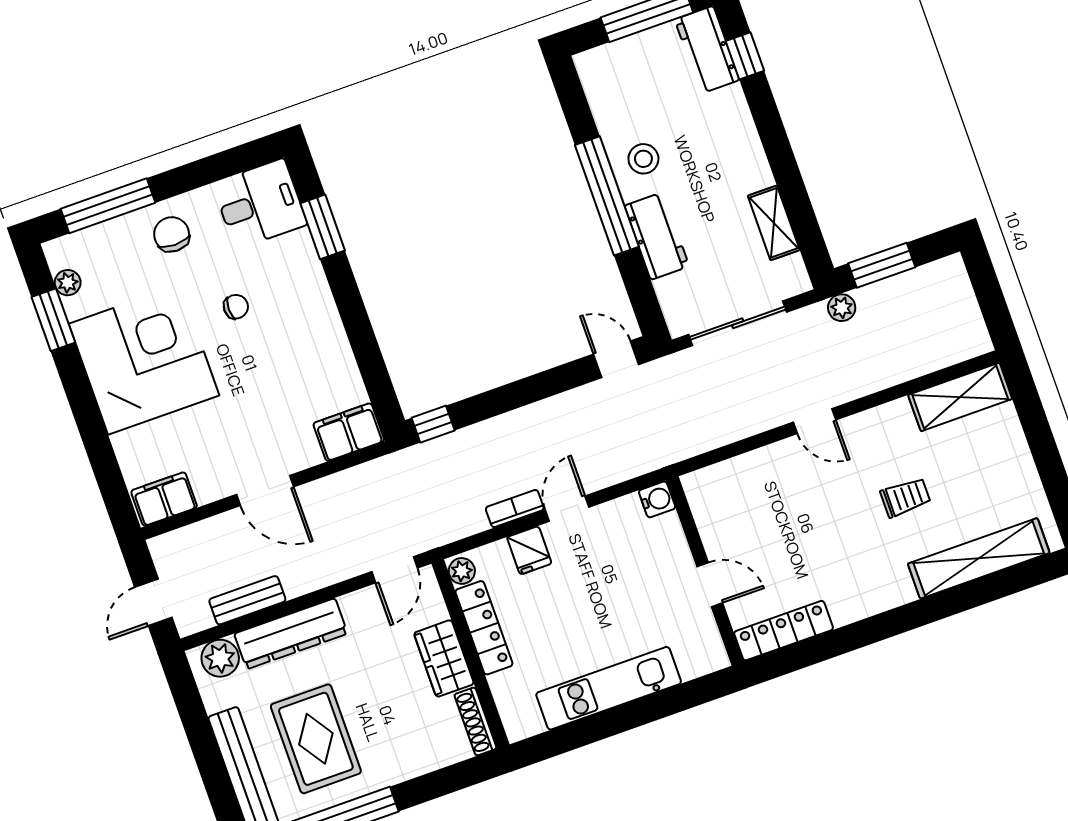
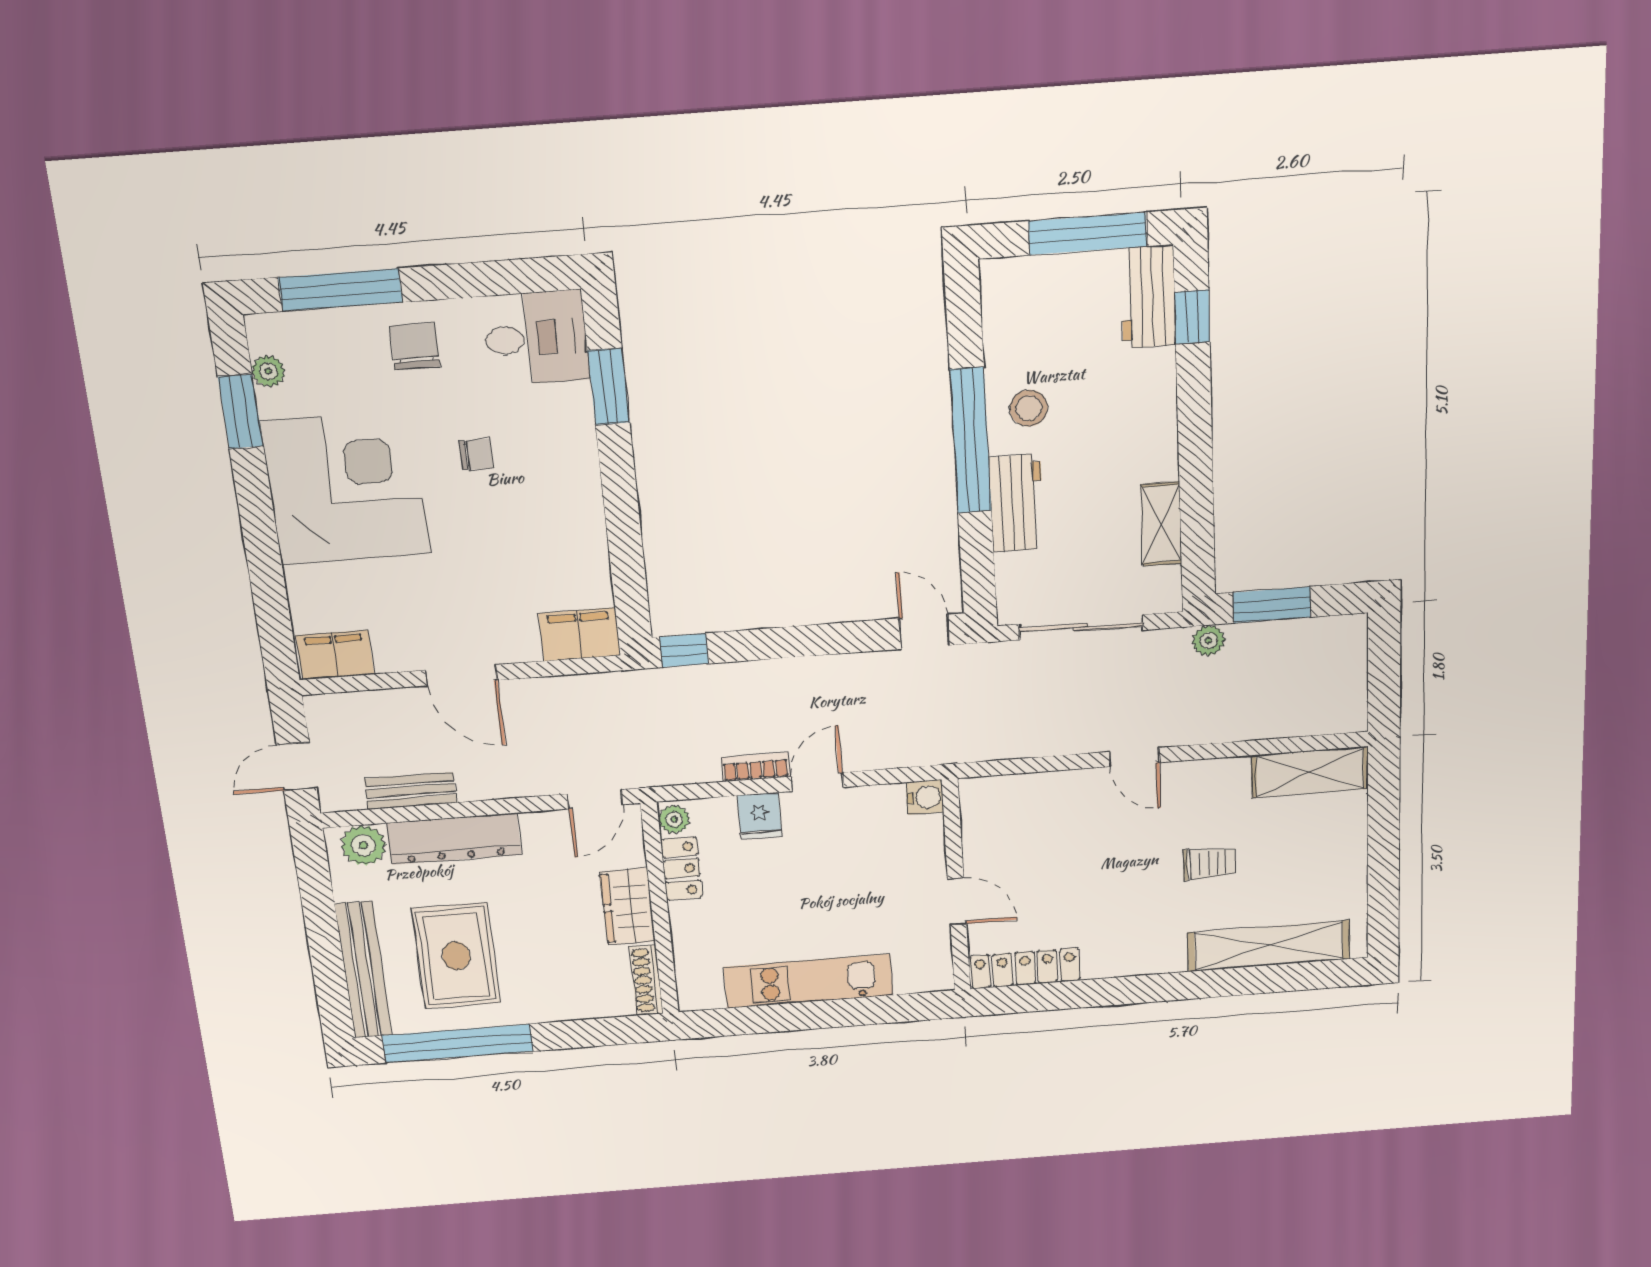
locker: (484, 628) -> (682, 869), width x0.66

